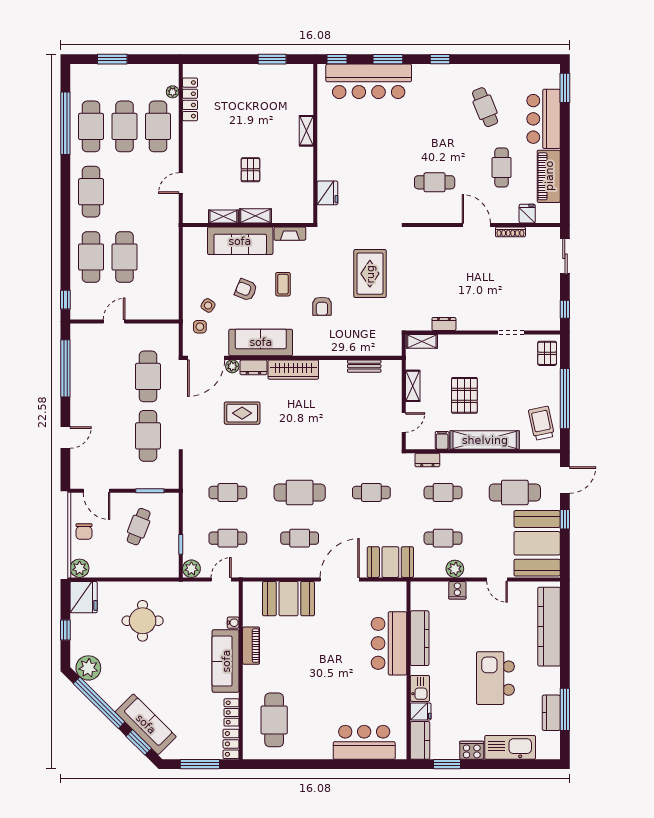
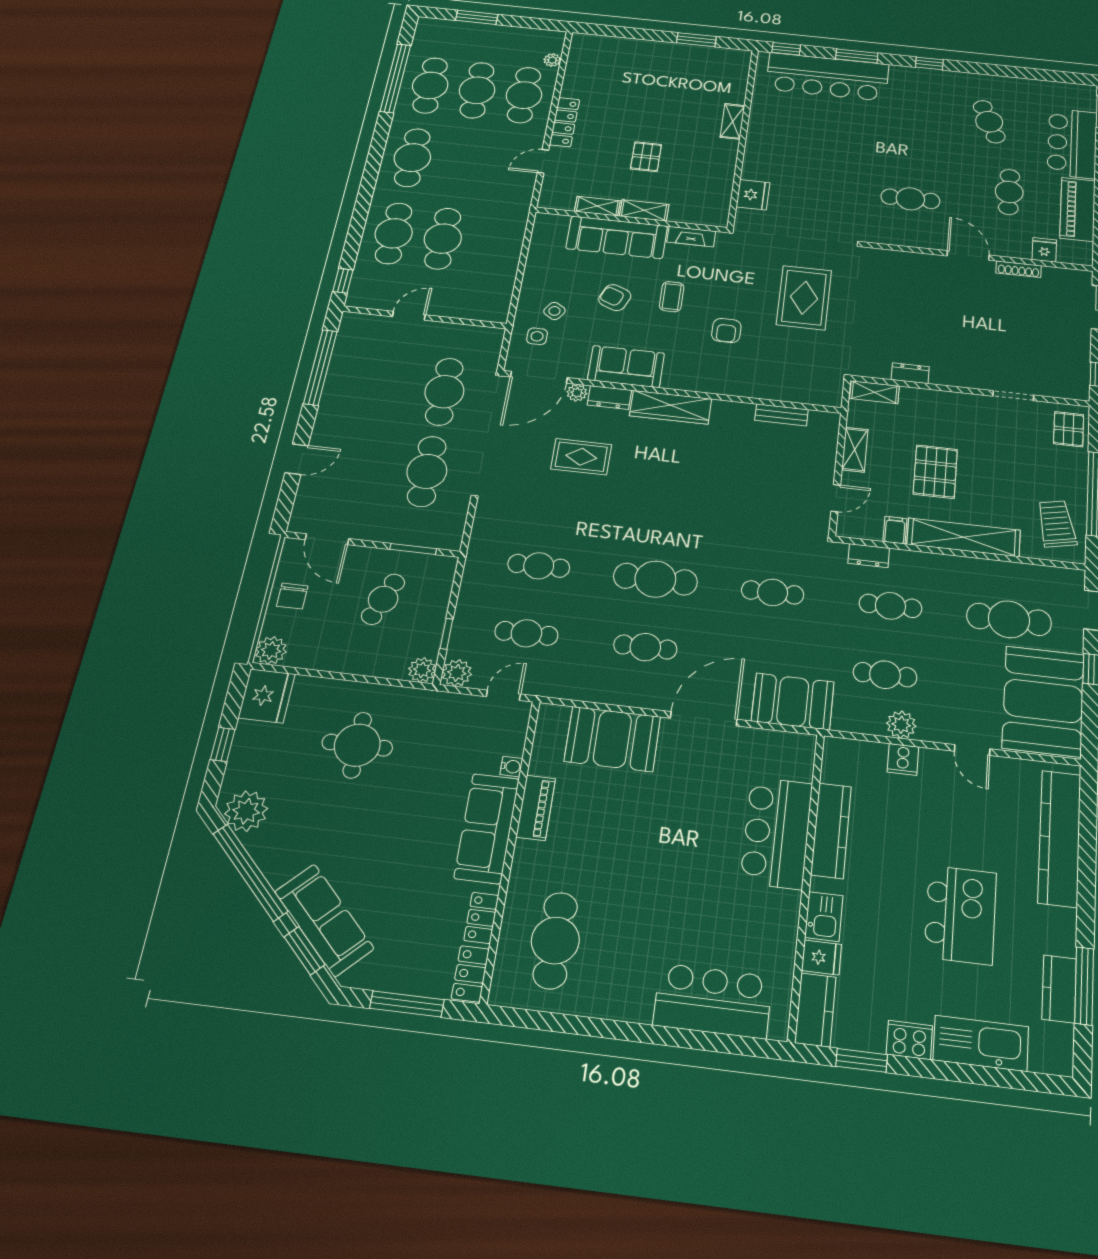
locker: (190, 99) -> (564, 122), moved
sofa: (261, 342) -> (626, 367), width x0.73
plant: (171, 569) -> (422, 670), added
kitchen island: (495, 678) -> (960, 915), turned 180

